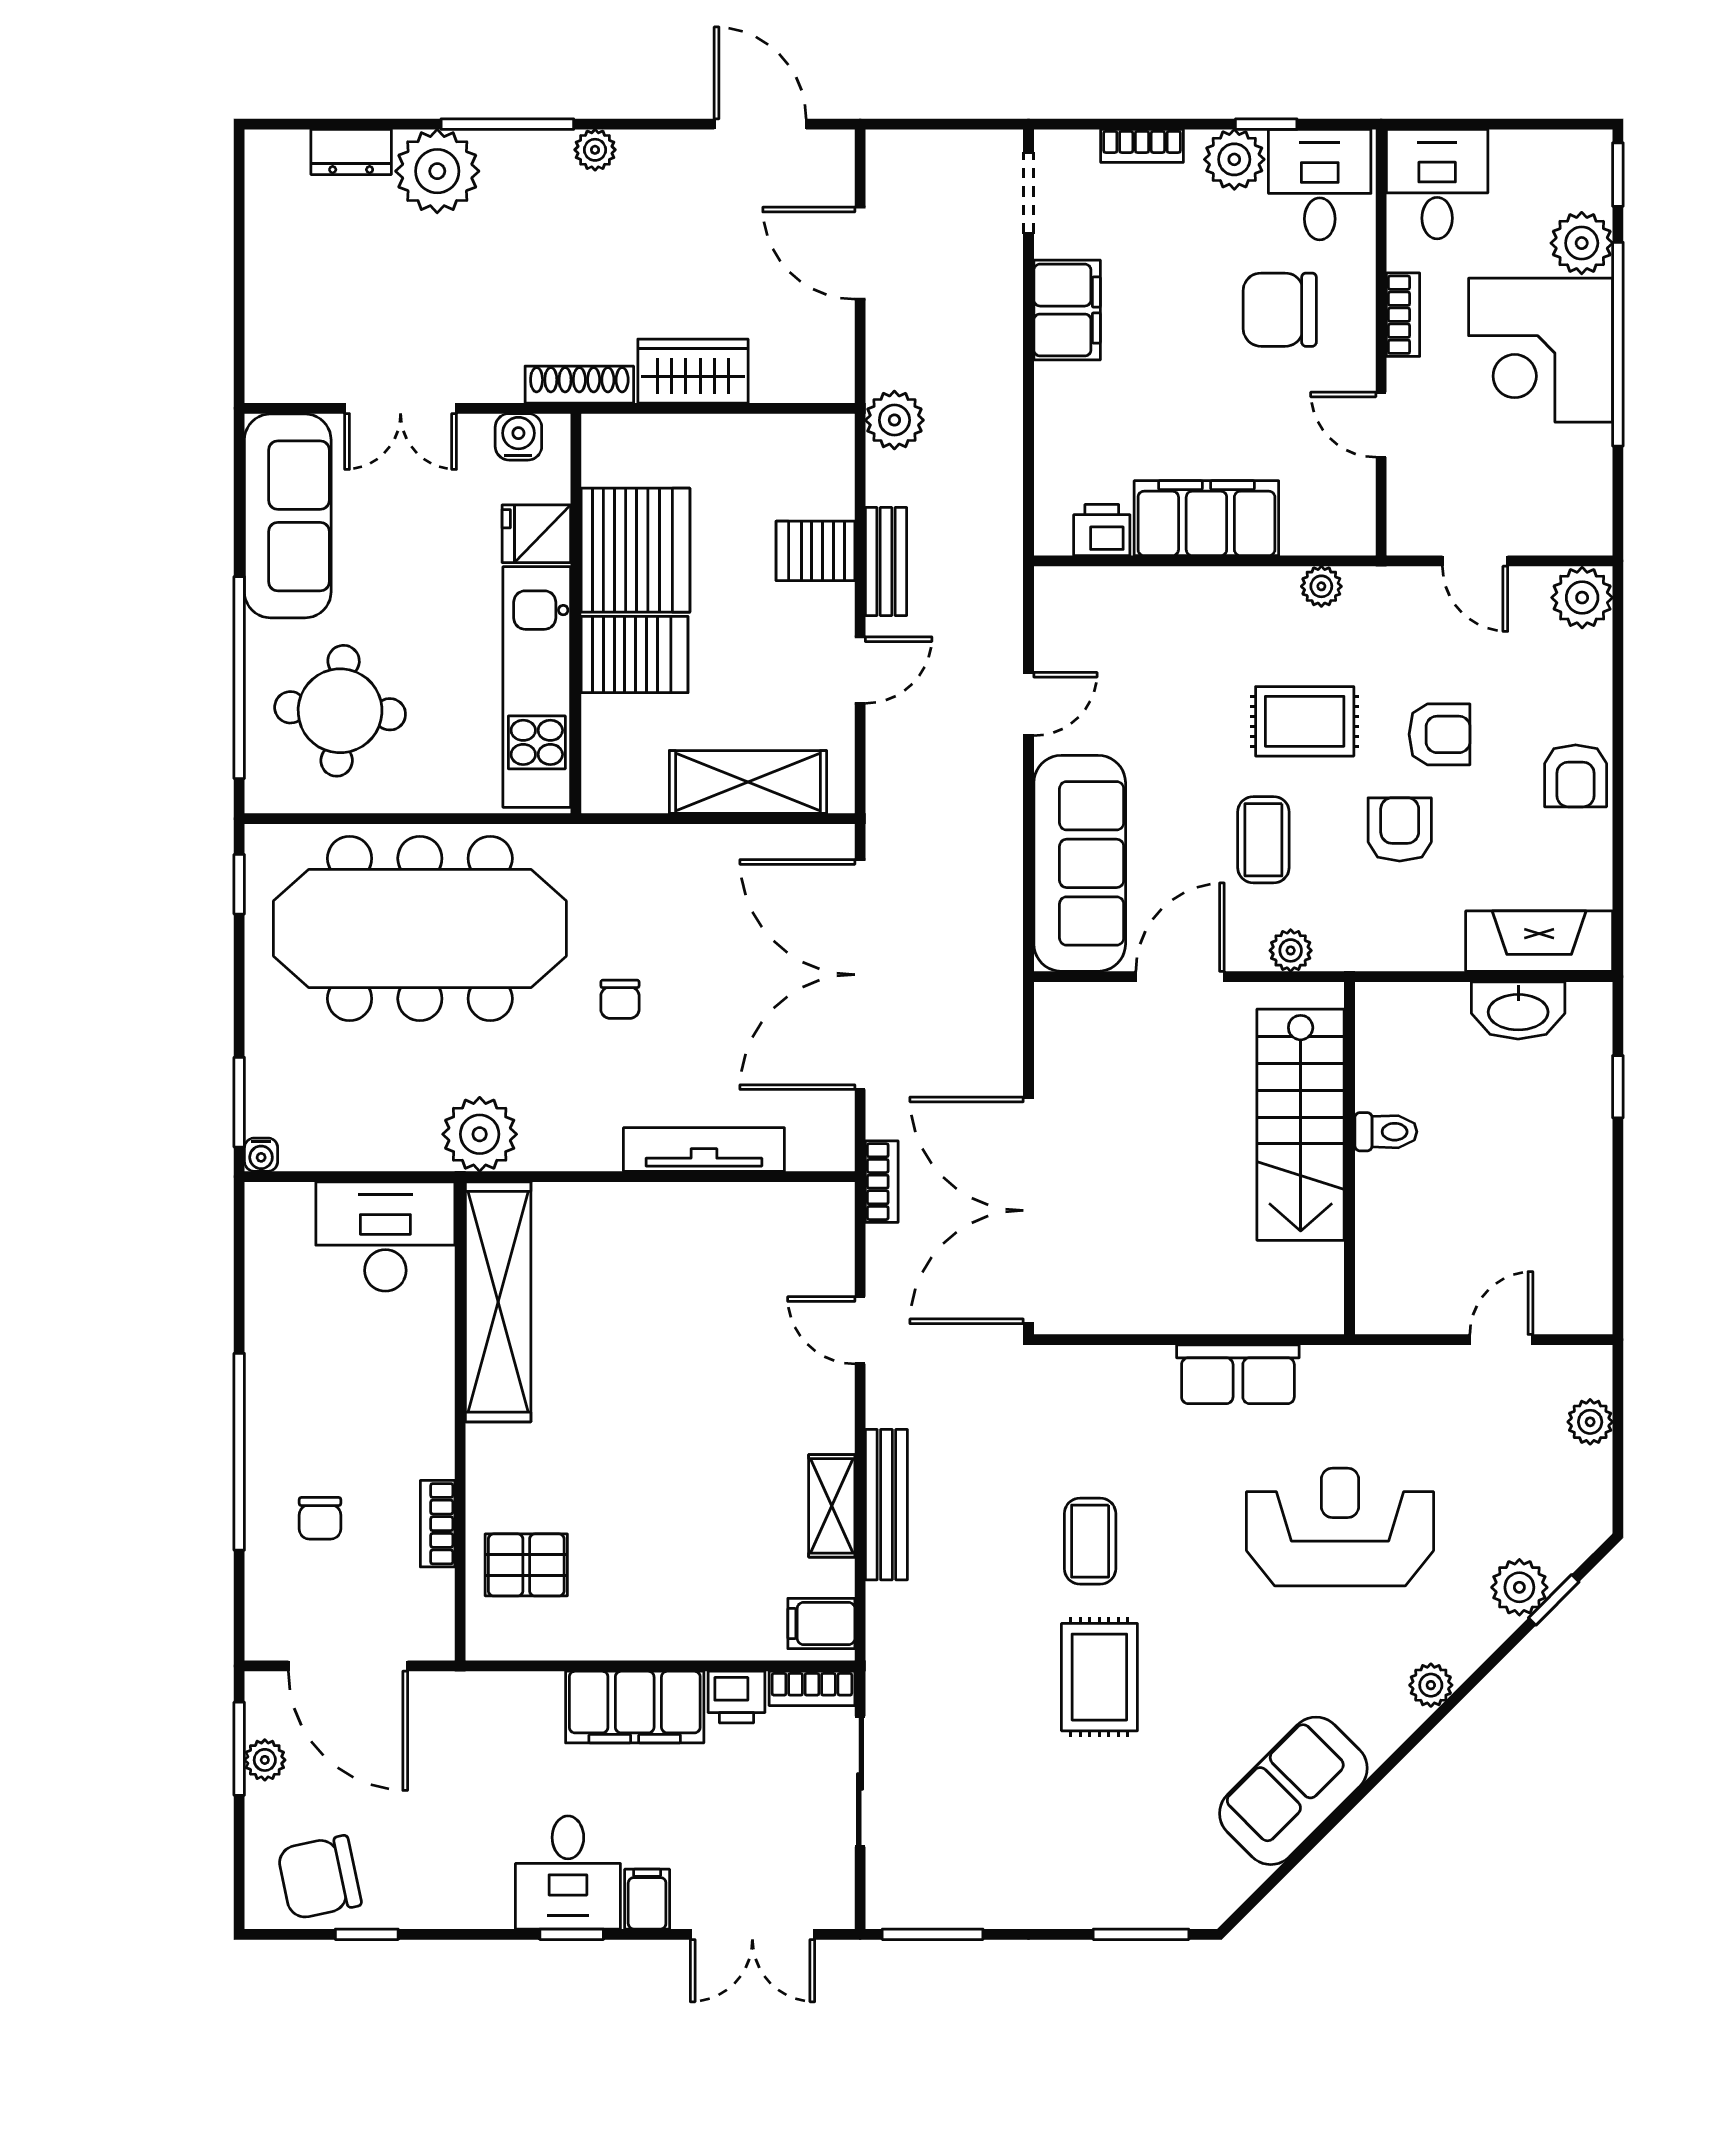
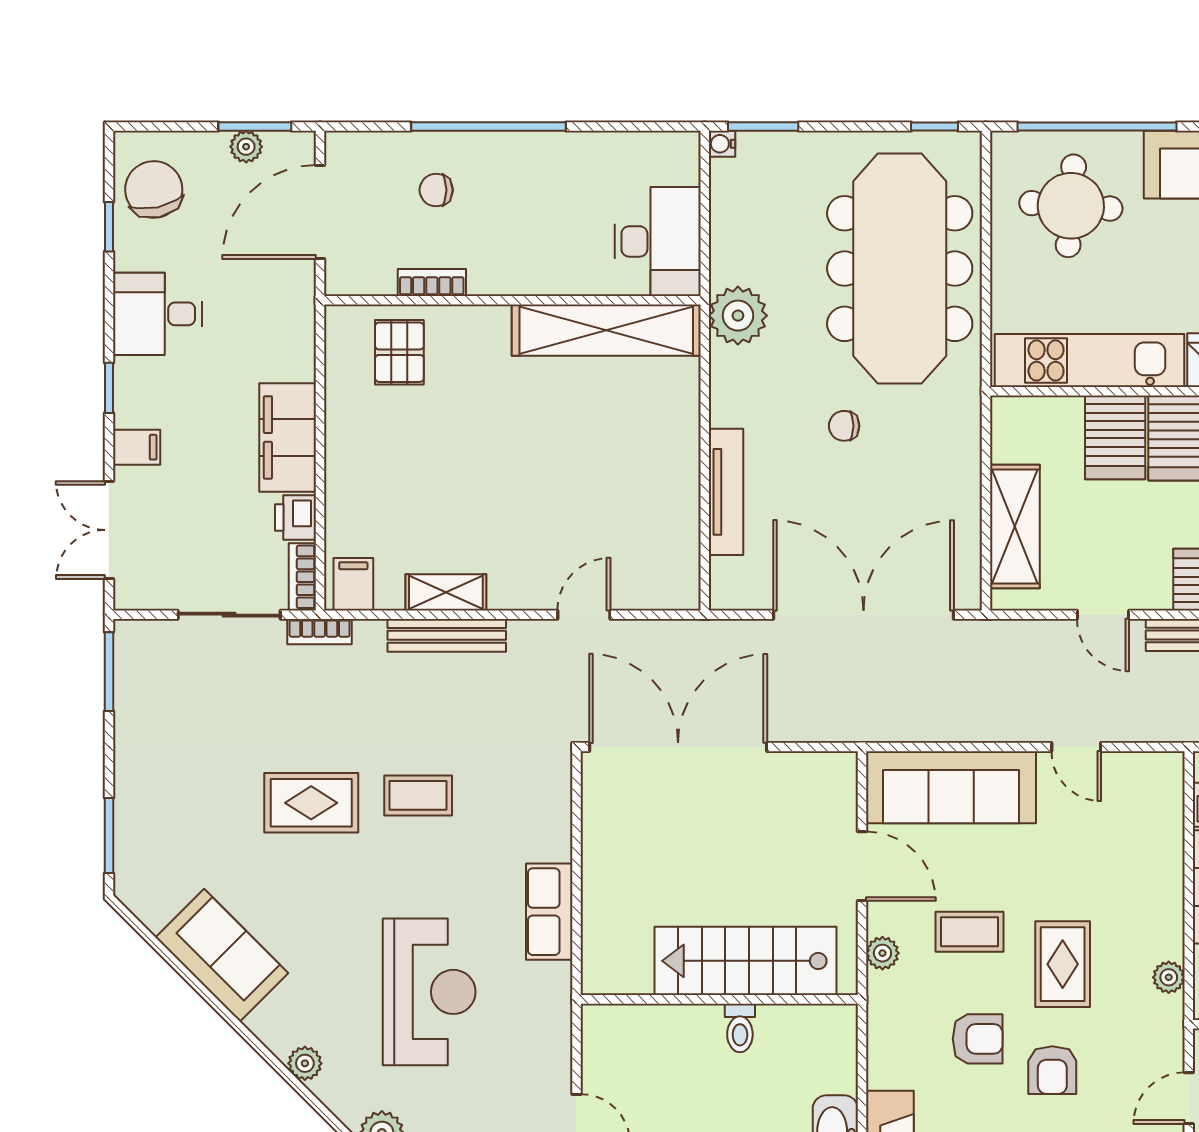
bookcase: (882, 1182) -> (320, 632), moved
desk: (568, 1872) -> (158, 314), moved

